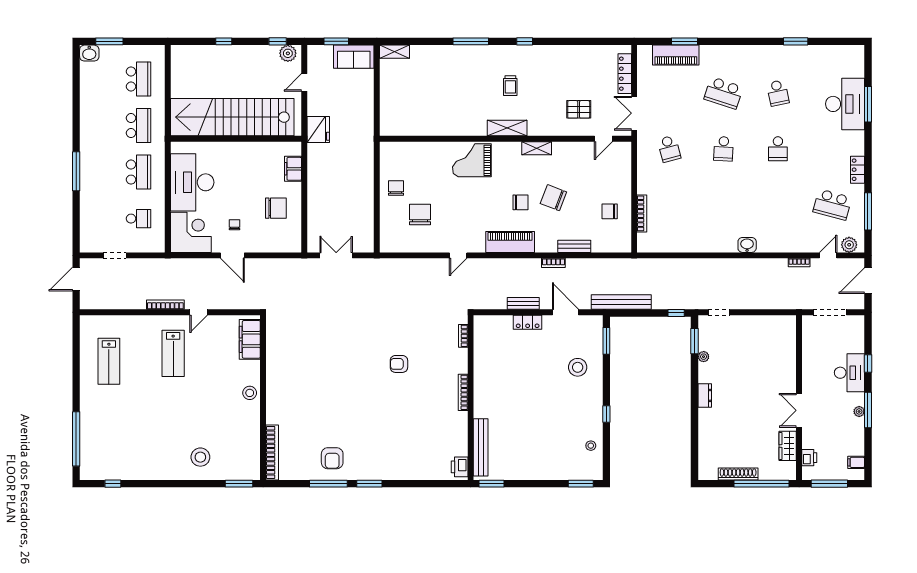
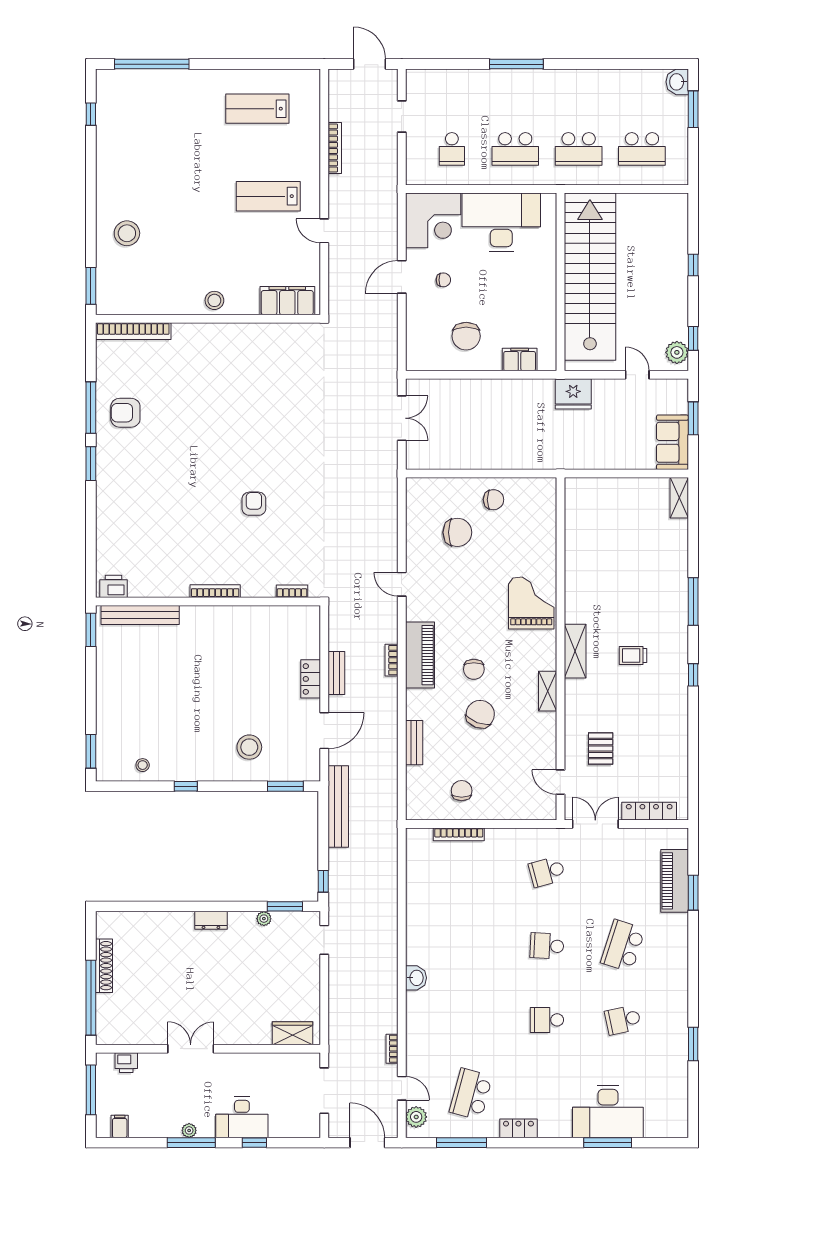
bookcase: (553, 263) -> (391, 660), moved
bookcase: (165, 305) -> (335, 148), moved
wardrobe: (788, 446) -> (293, 1033), moved

